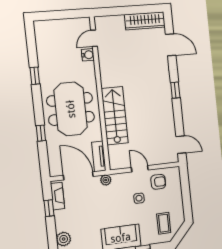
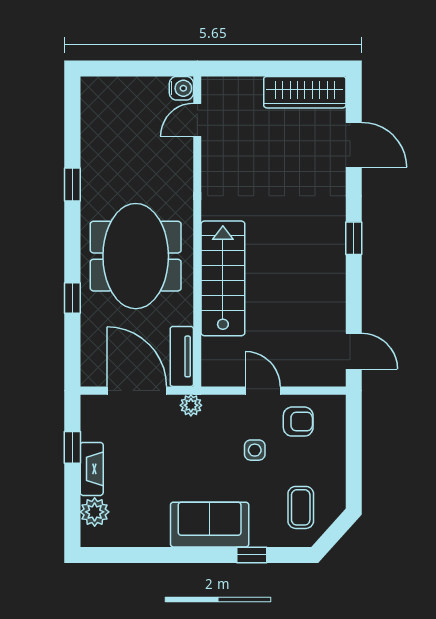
water cooler: (88, 55) -> (181, 88), moved
fireplace: (57, 196) -> (92, 469), moved

